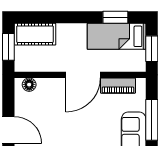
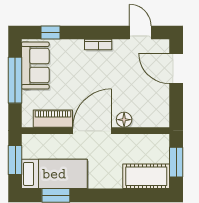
floor lamp: (29, 85) -> (124, 120), moved

